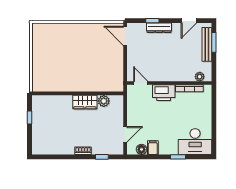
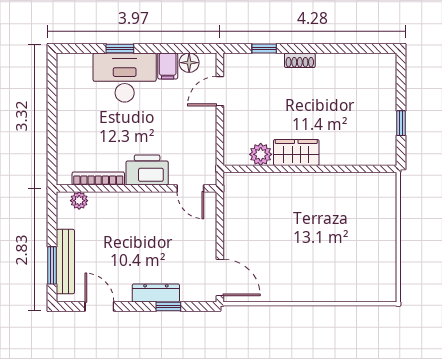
door: (189, 21) -> (99, 307), hinge flipped
desk: (195, 142) -> (125, 78), moved

